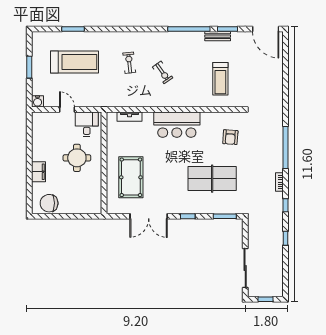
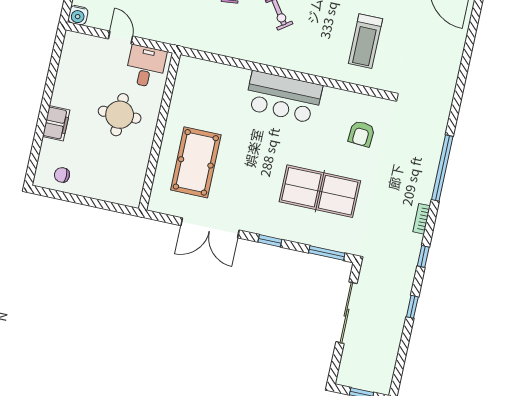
tv unit: (130, 117) -> (214, 69), removed
chair: (49, 203) -> (62, 175), width x0.54, depth x0.54
sliding door: (245, 268) -> (346, 313), moved

